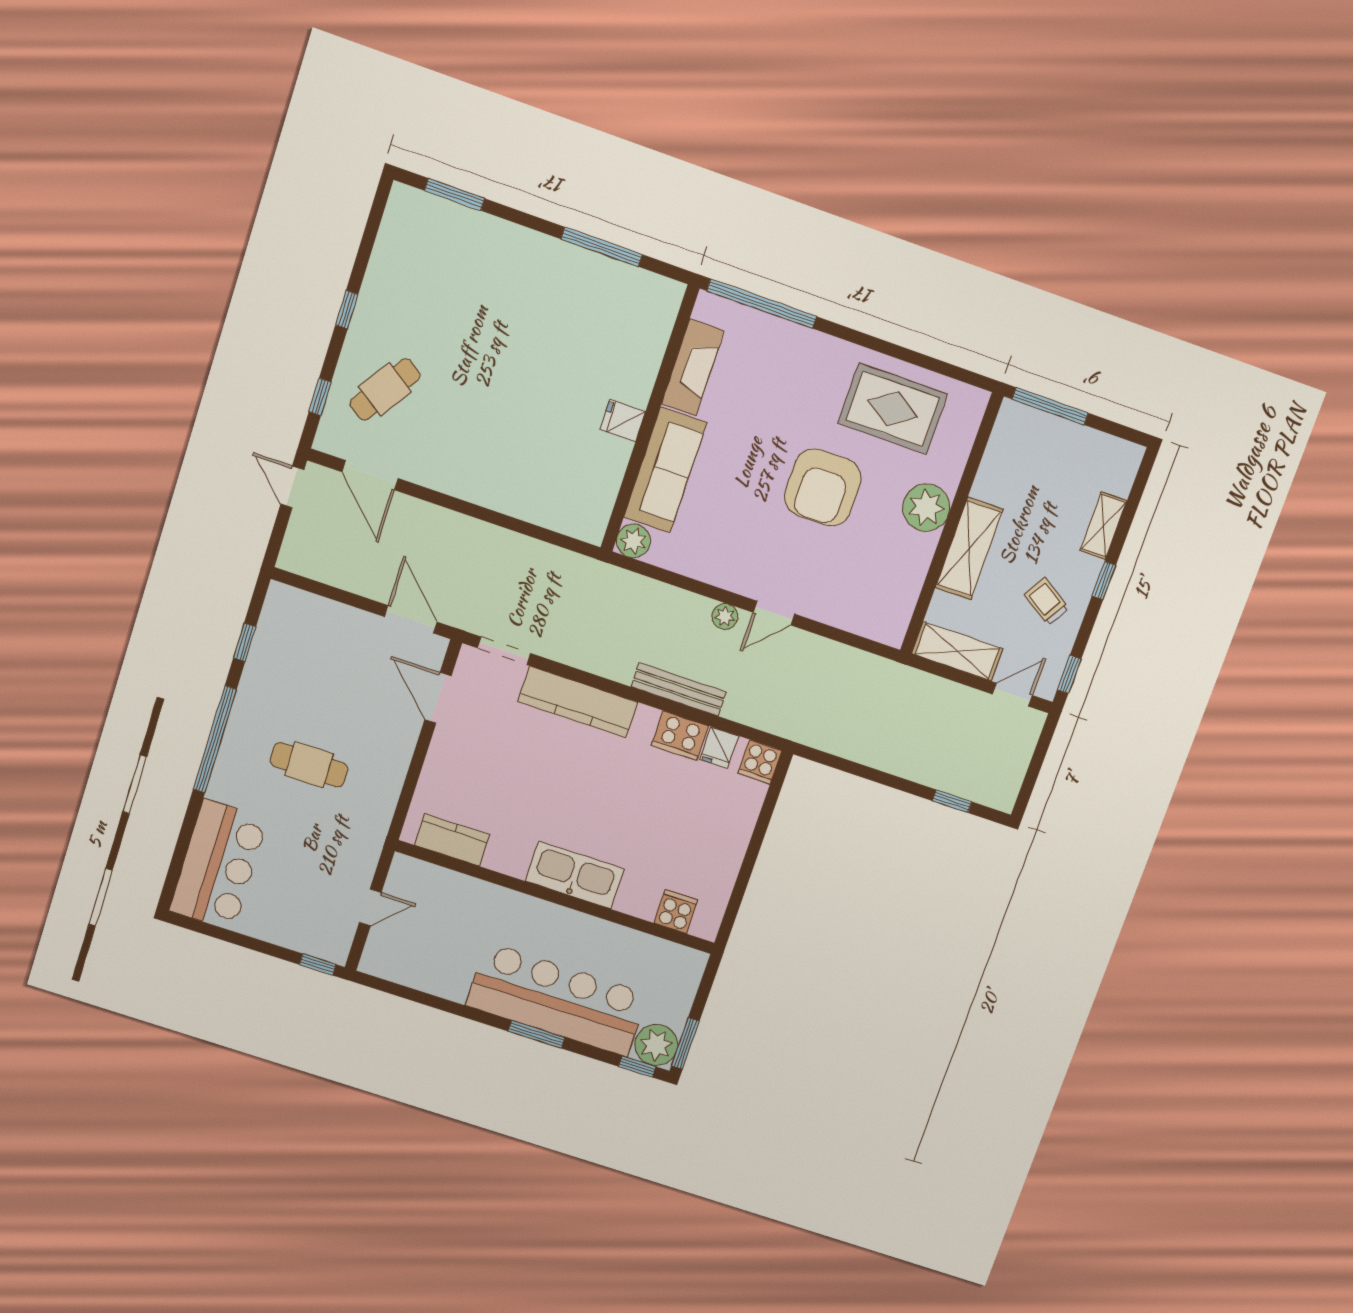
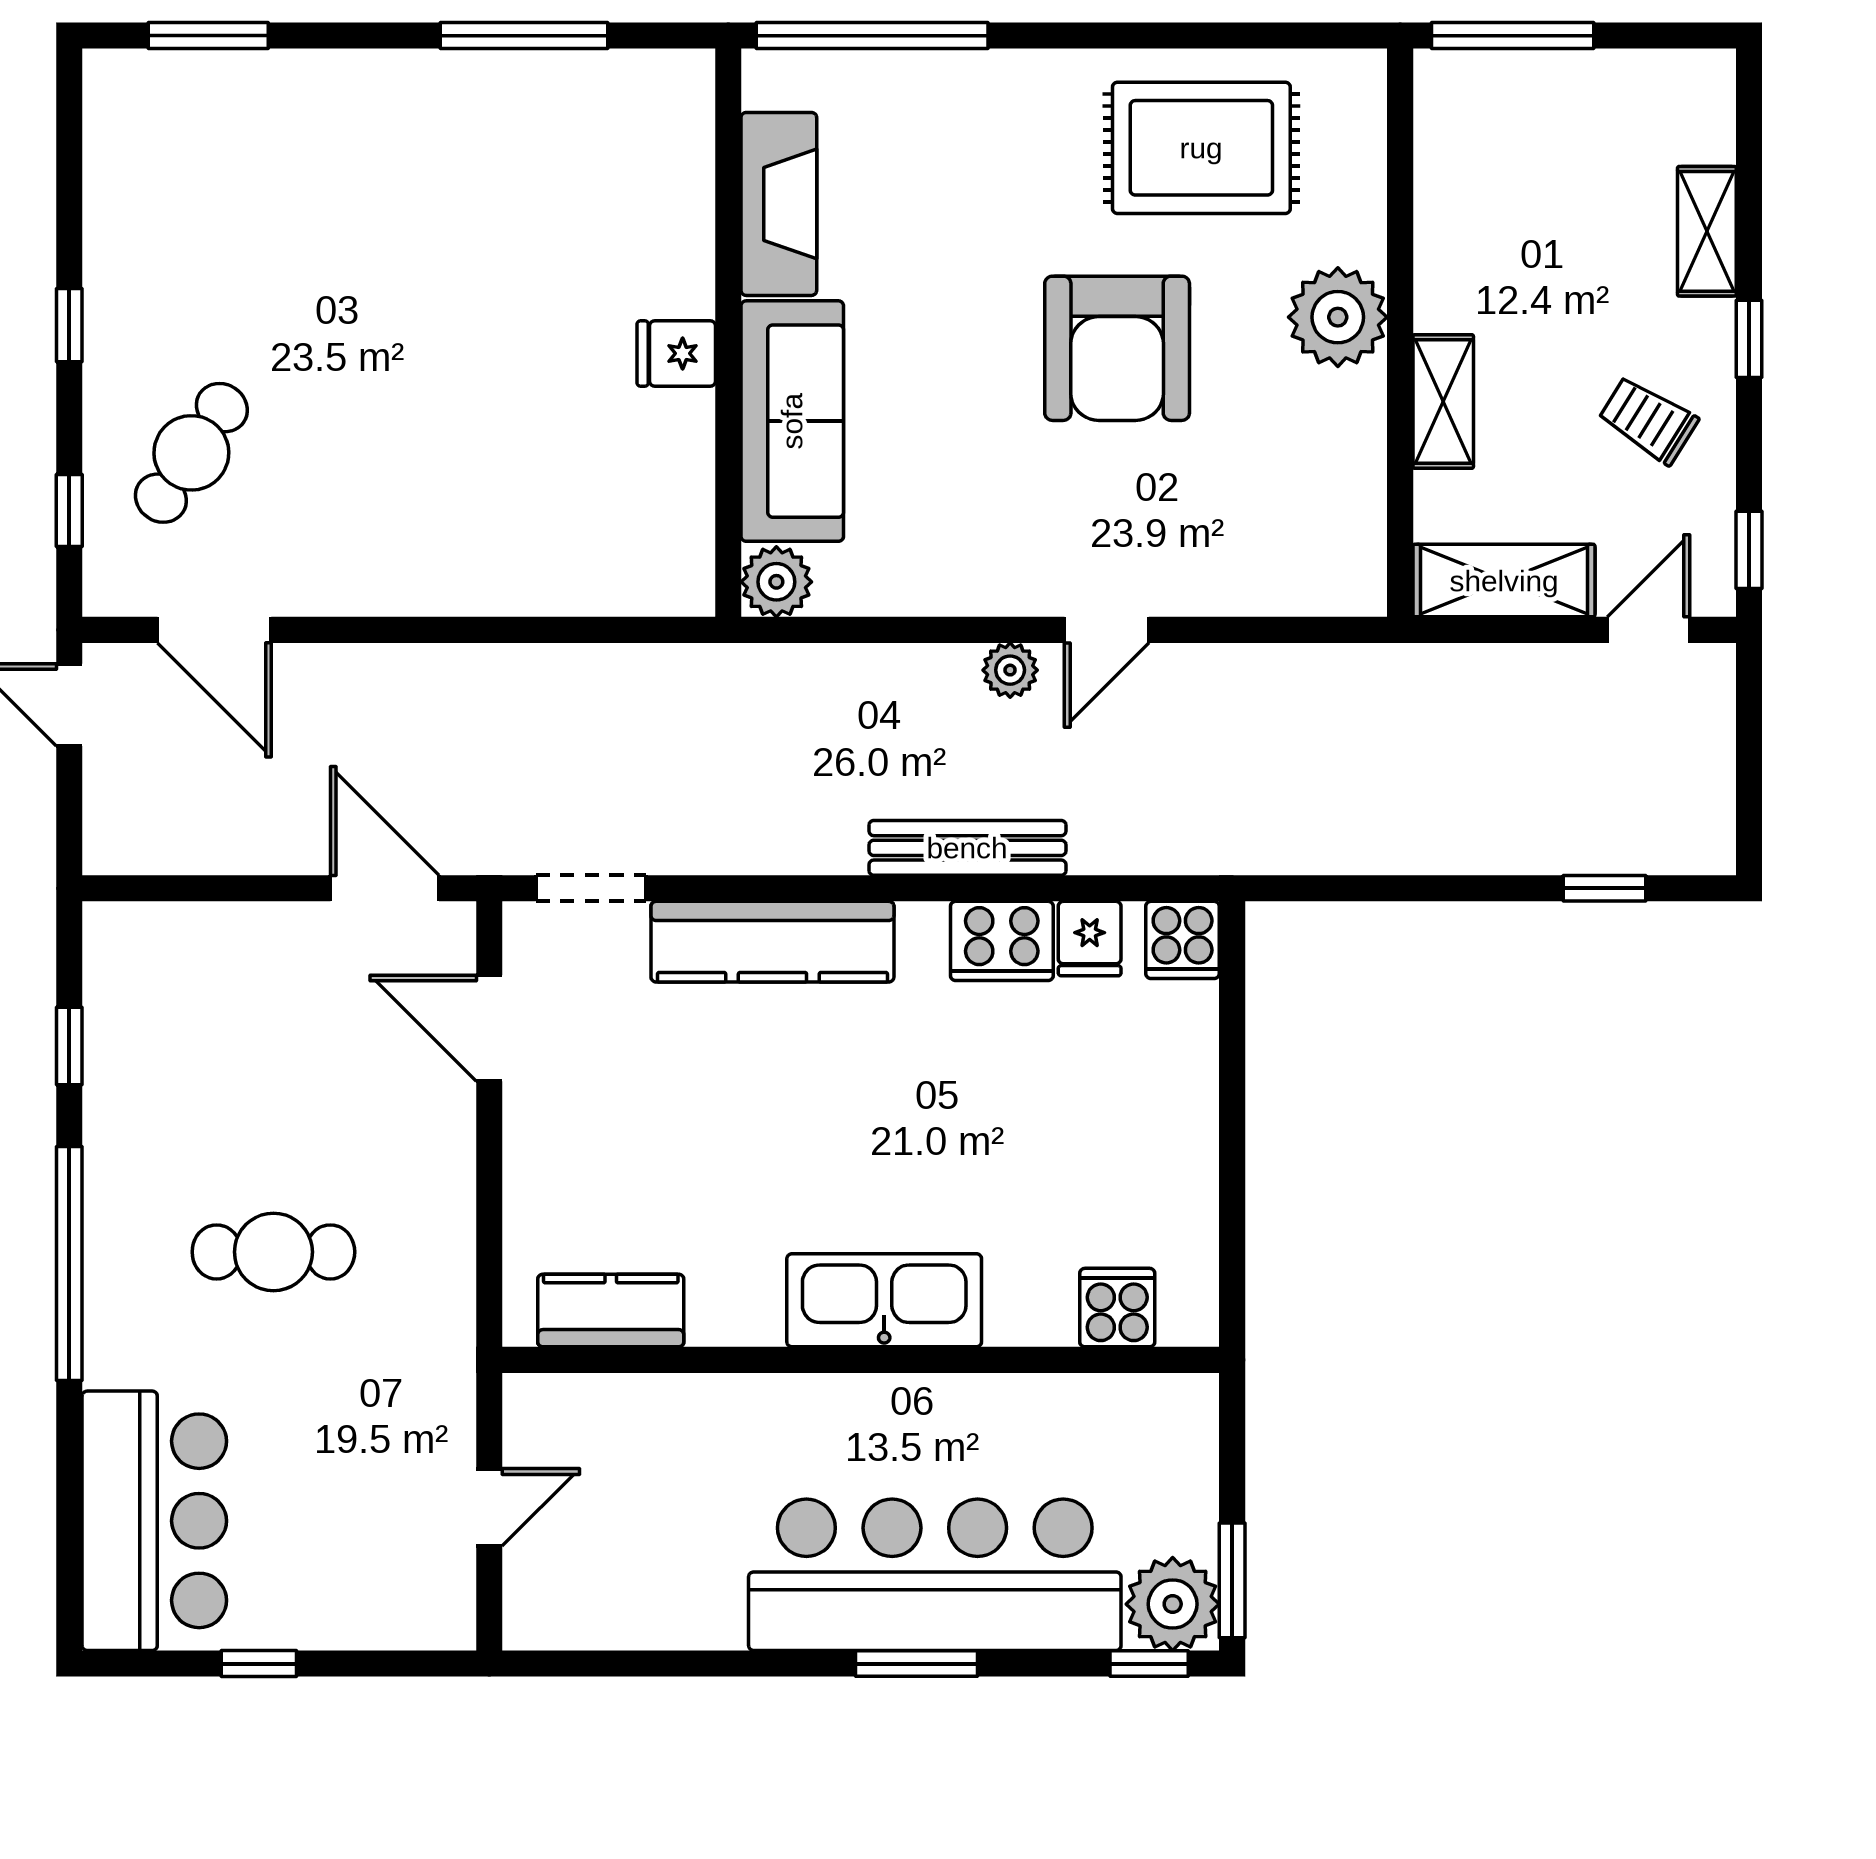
shelving: (969, 548) -> (1443, 401), width x0.67, depth x0.75
window: (318, 965) -> (259, 1664), moved

